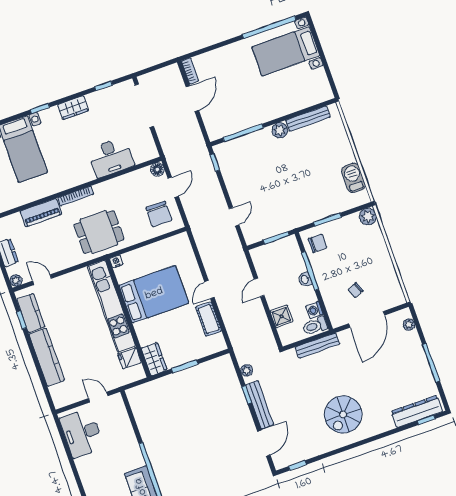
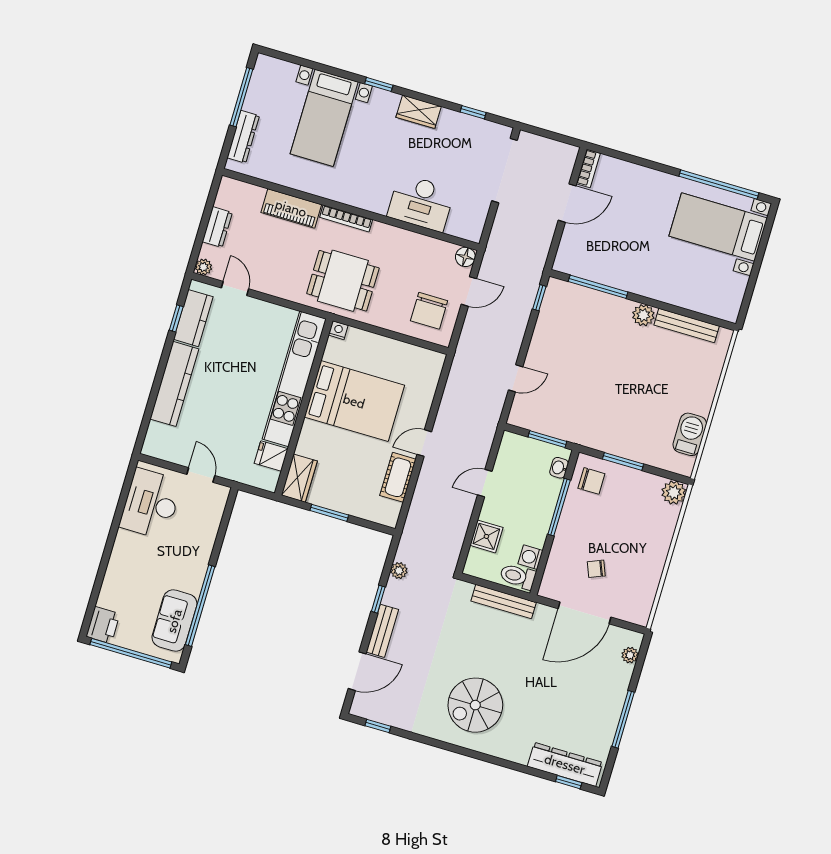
washbasin: (305, 279) -> (559, 468), moved
bench: (260, 405) -> (382, 631), width x0.73

